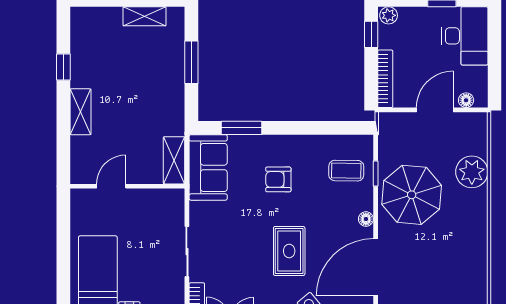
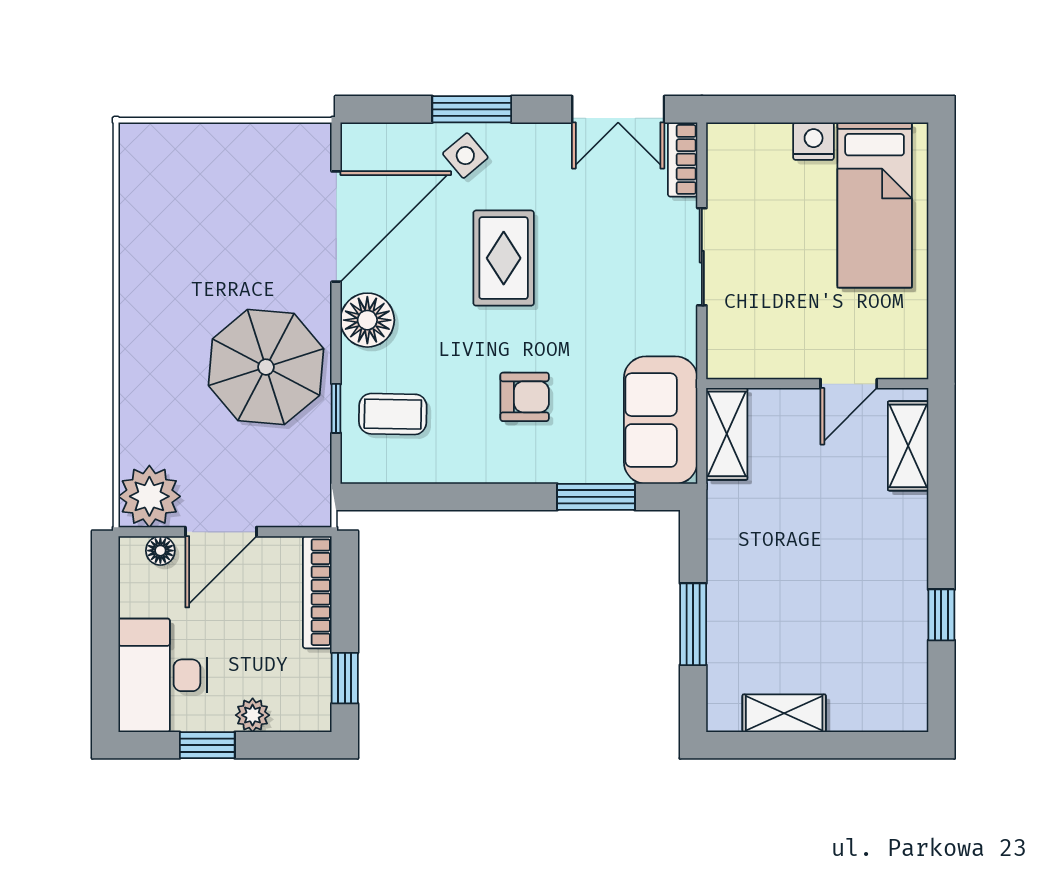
plant: (389, 15) -> (253, 715), moved
shelving: (81, 112) -> (908, 446), moved
plant: (472, 172) -> (149, 496), moved
floor lamp: (366, 219) -> (367, 320), width x1.89, depth x1.89

